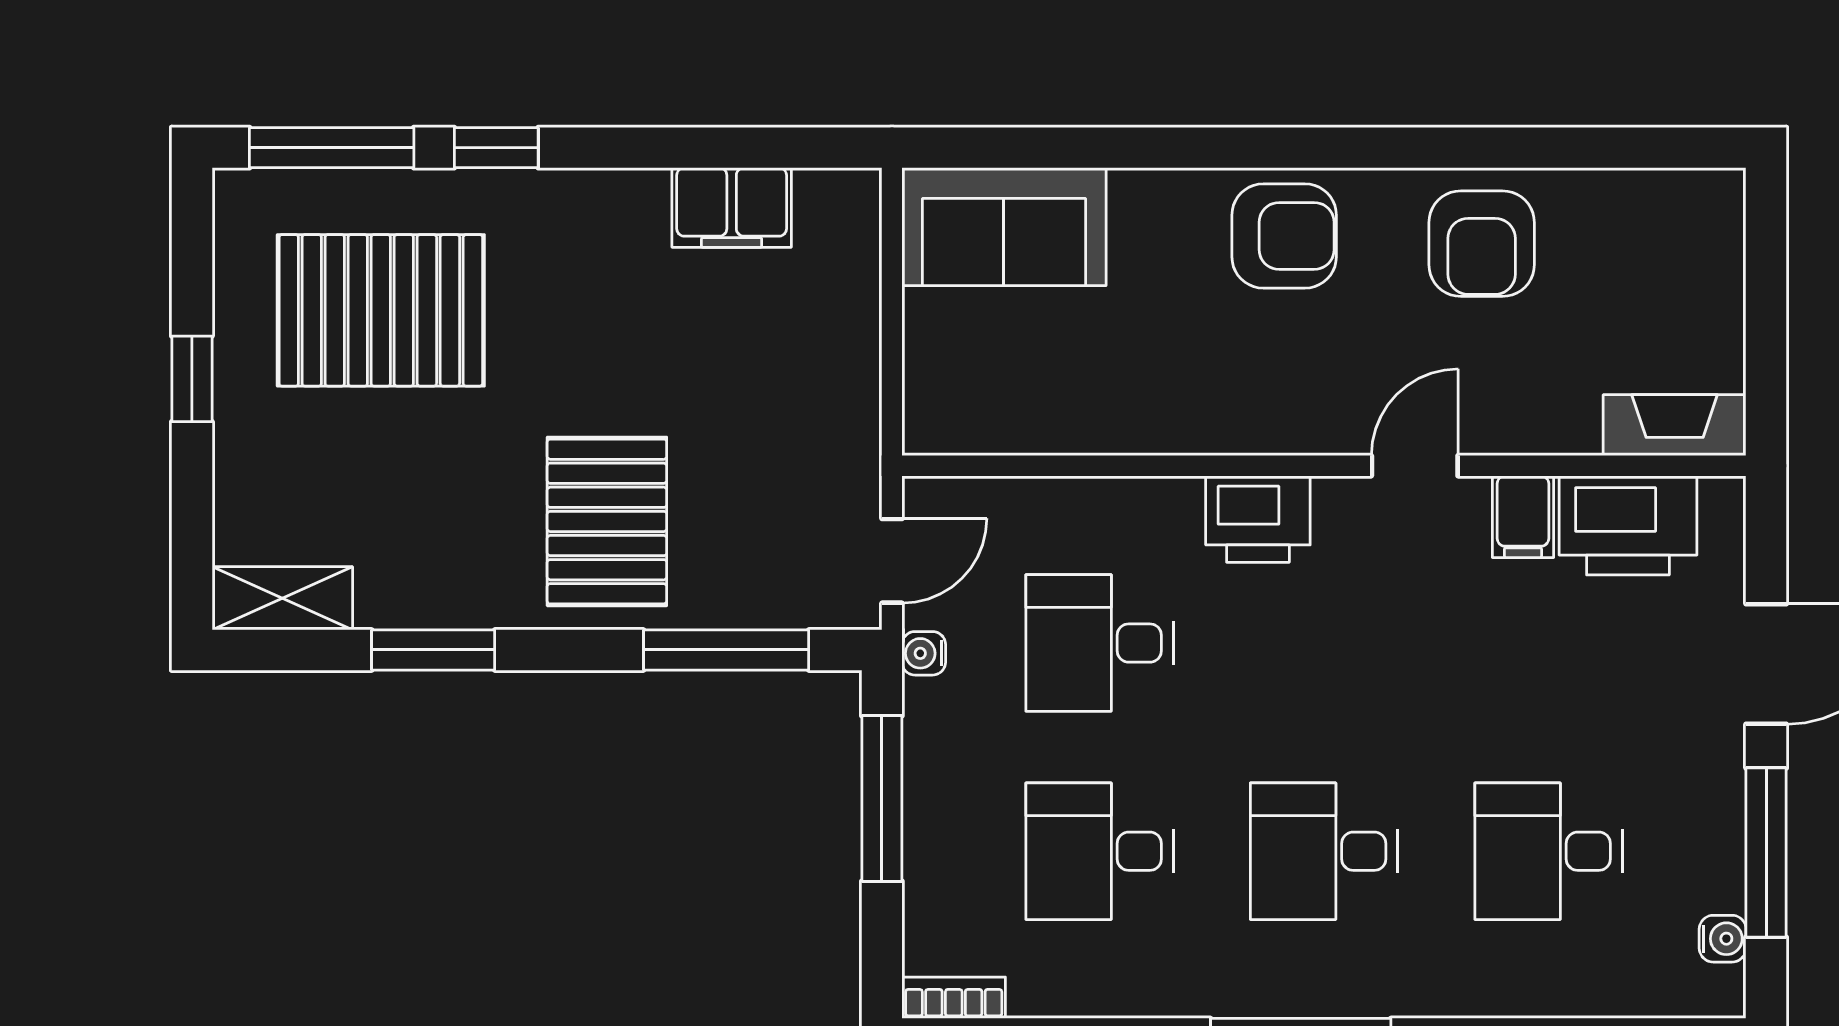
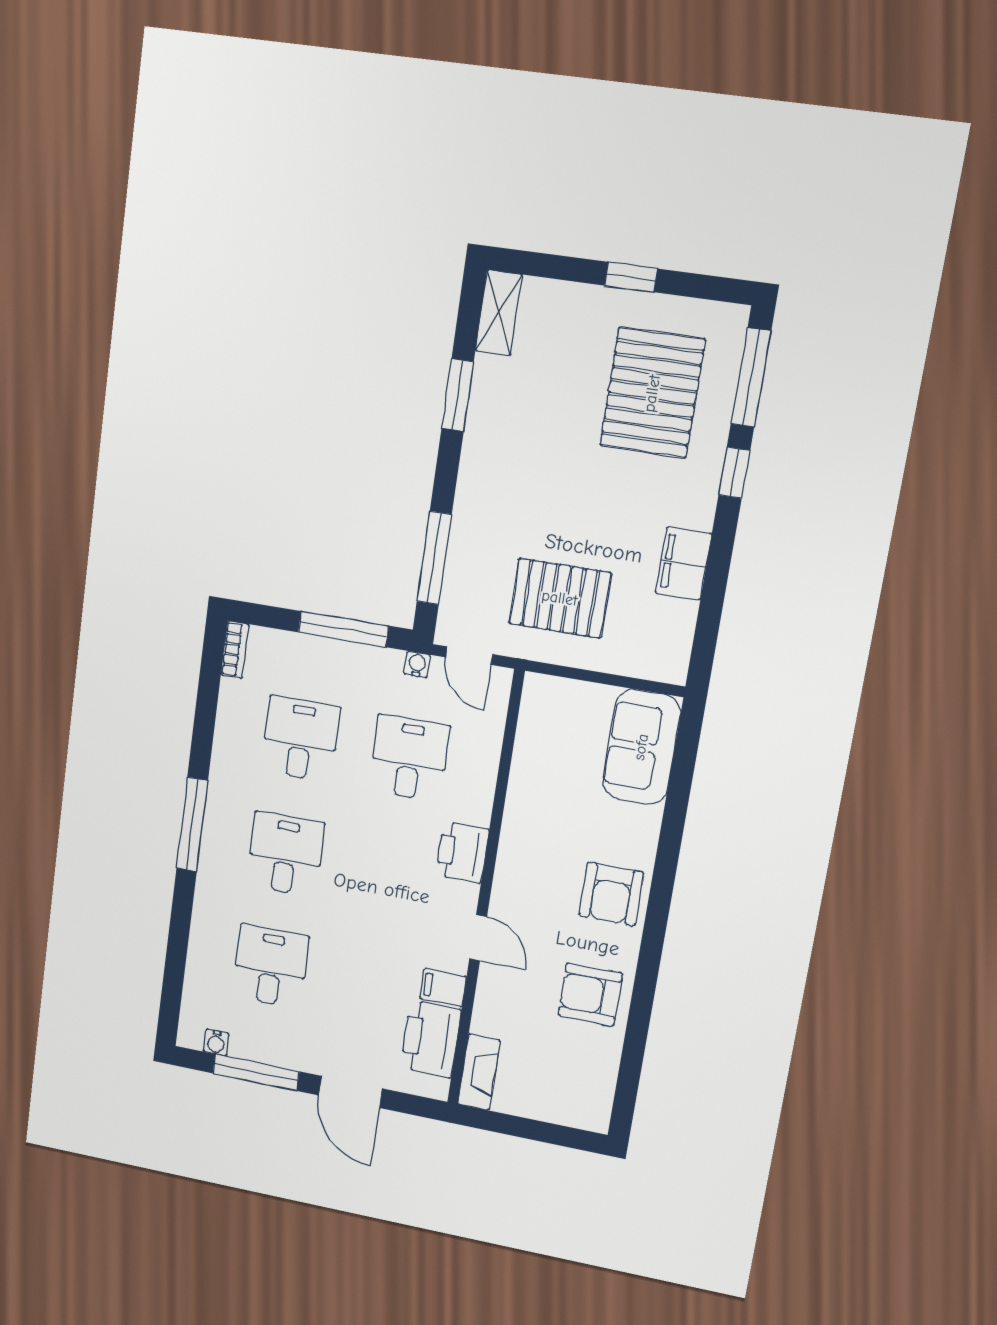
filing cabinet: (732, 207) -> (684, 563), moved
pallet: (607, 521) -> (560, 598), moved

